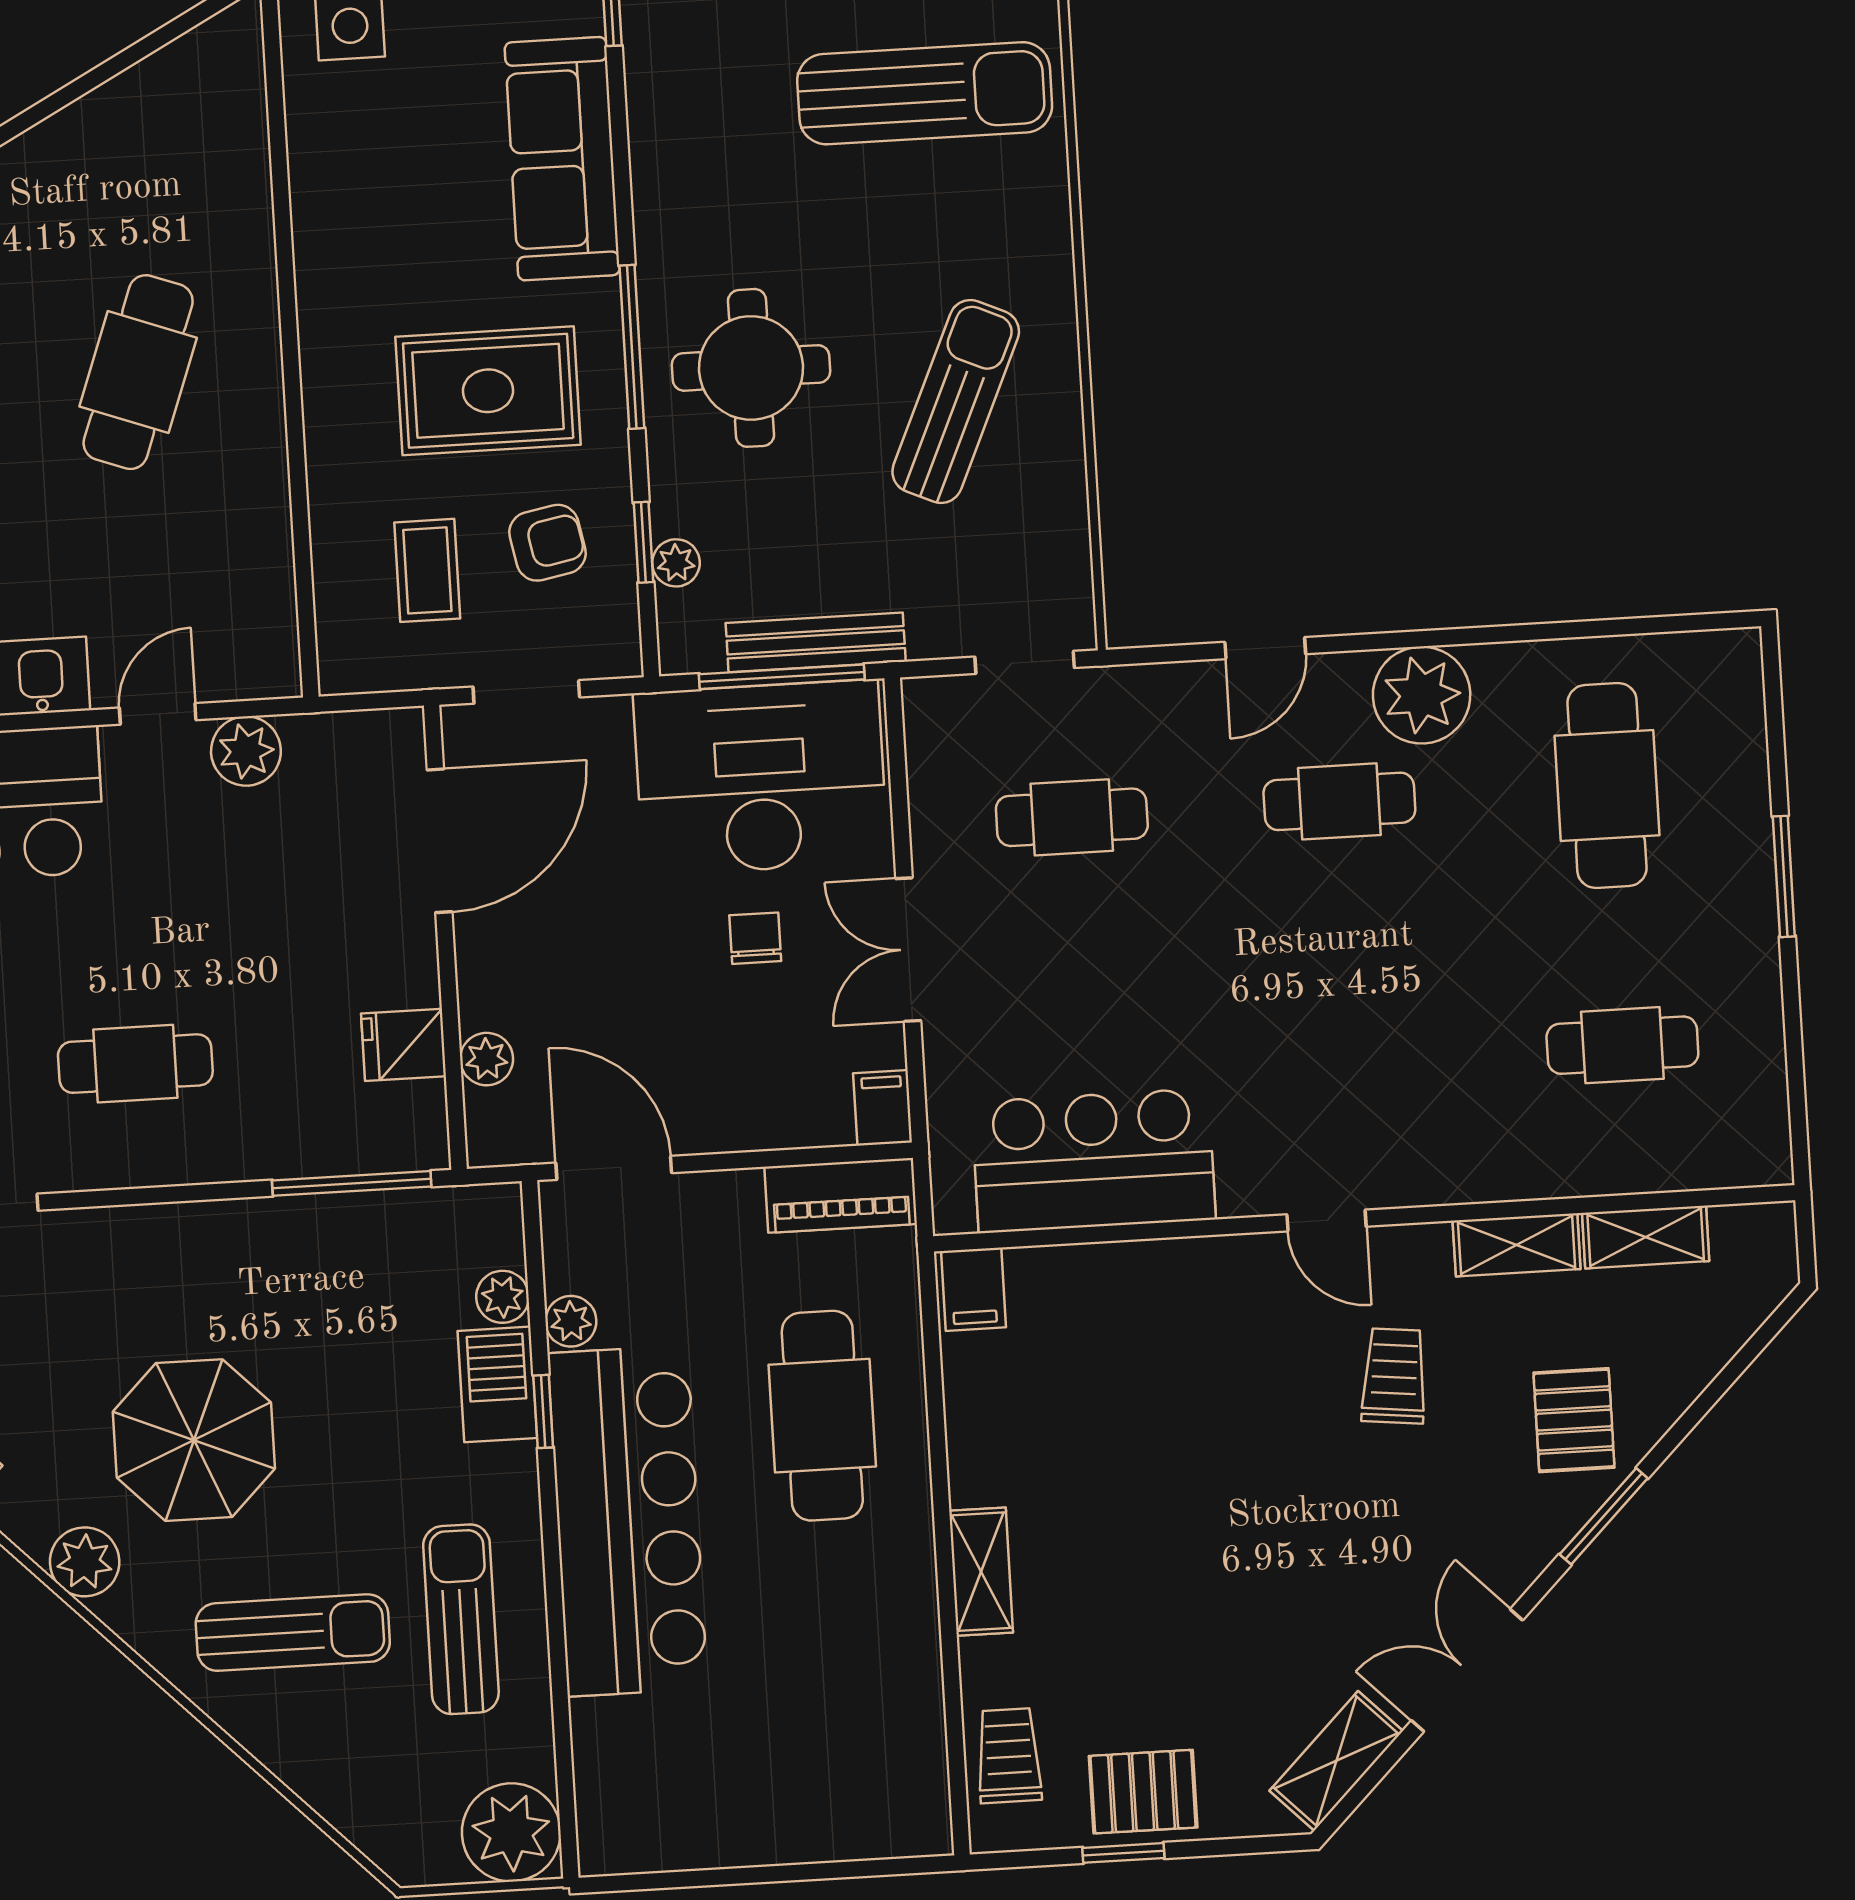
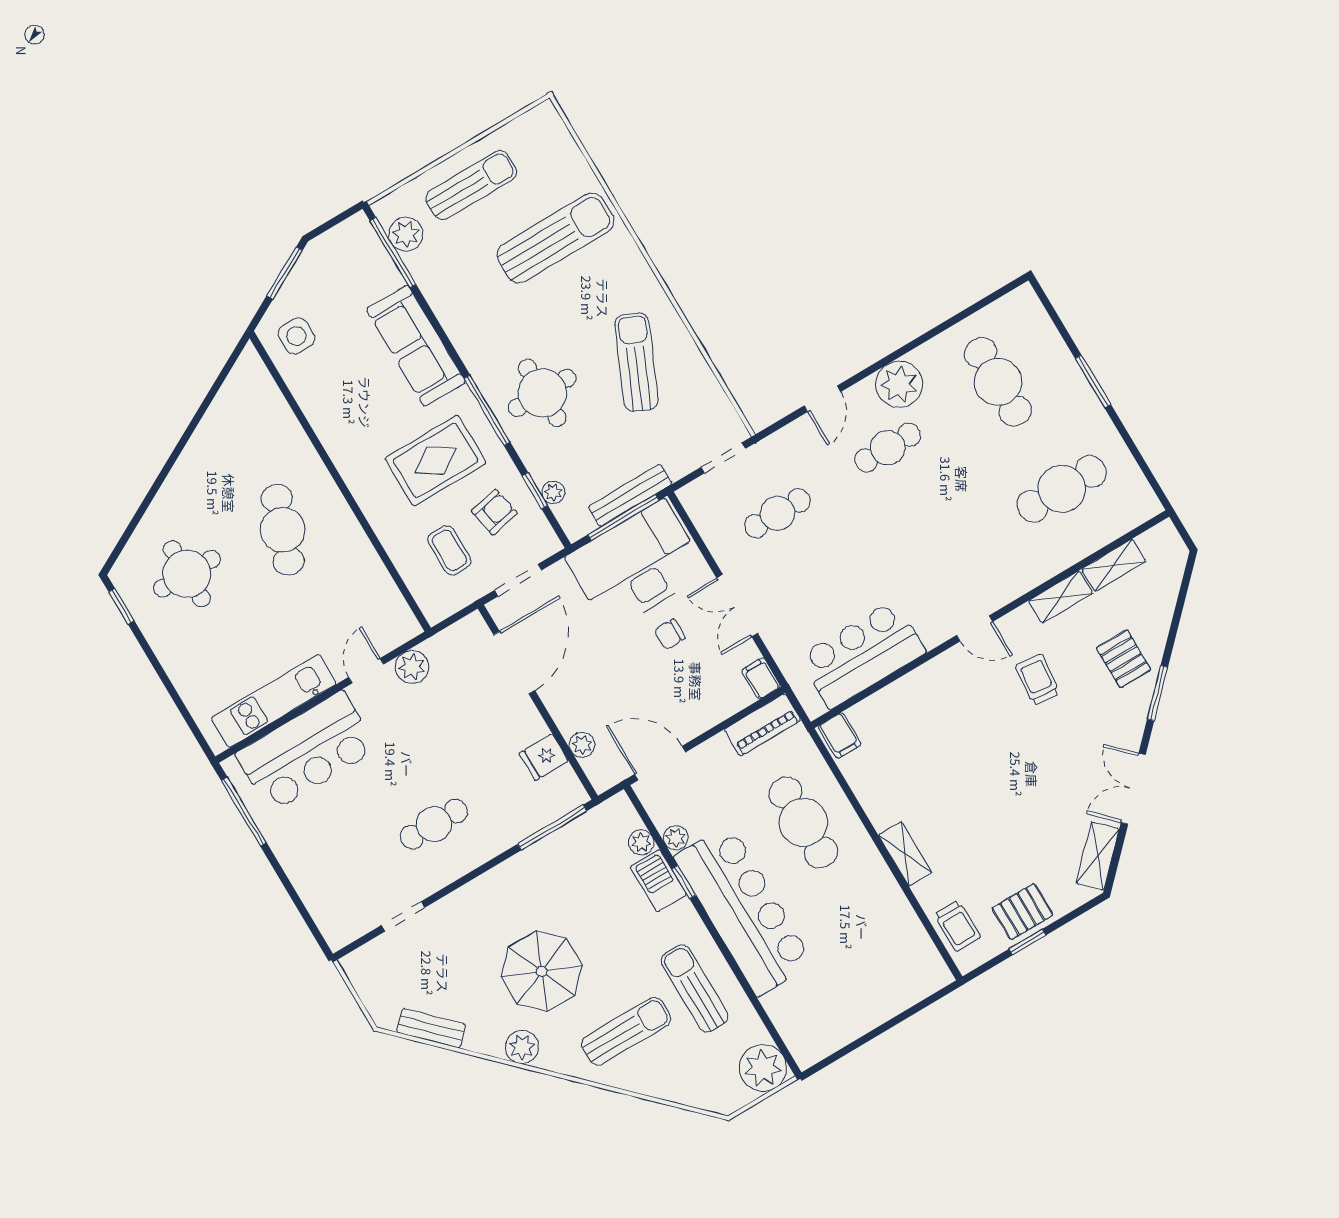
chair: (755, 938) -> (670, 634), turned -90
cafe table: (1622, 1045) -> (1062, 489), width x1.37, depth x1.35
trolley: (1009, 1756) -> (957, 926), turned 180

